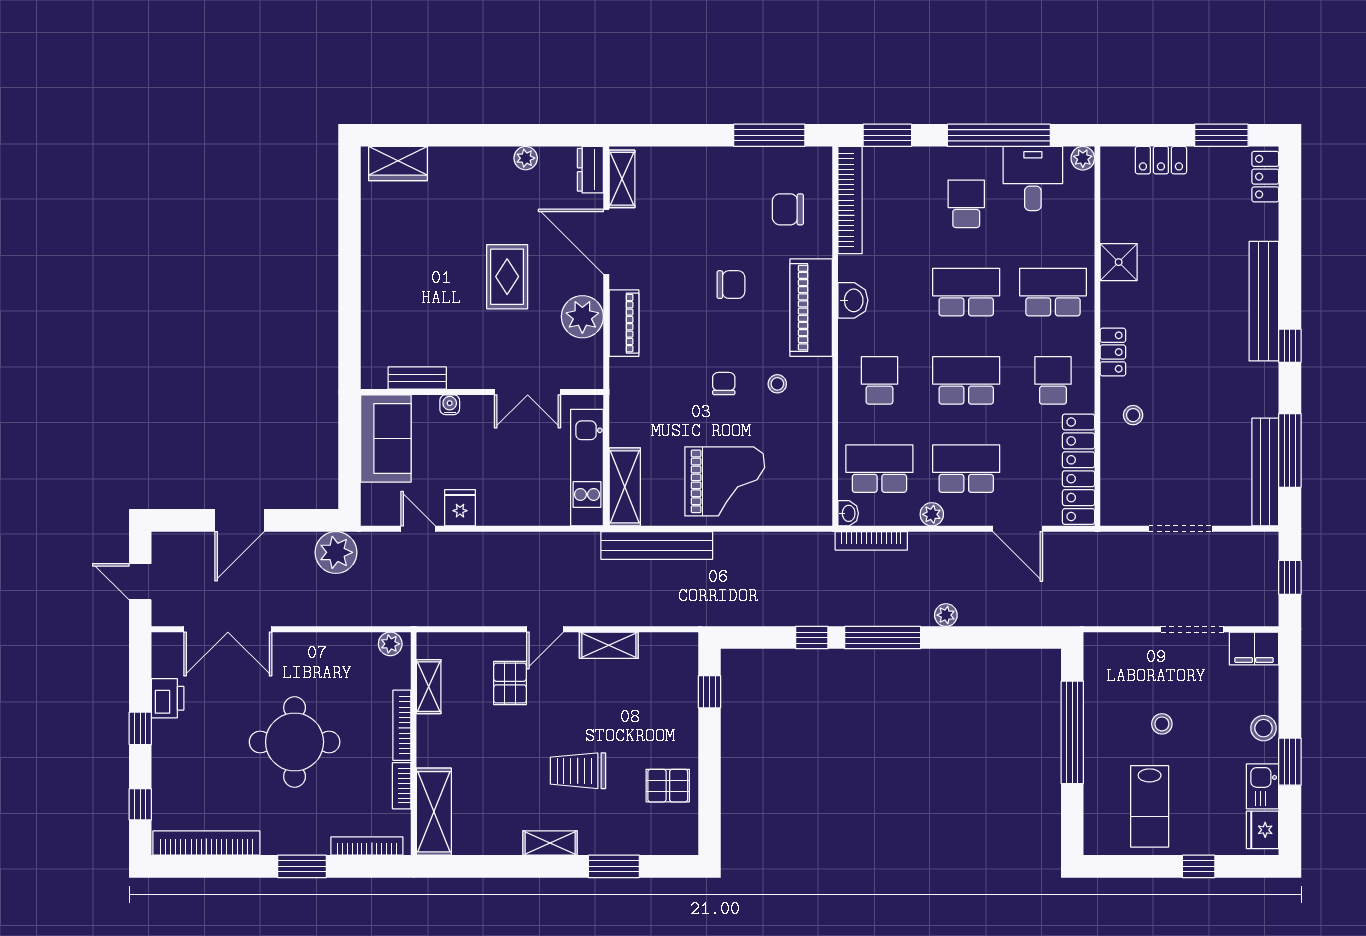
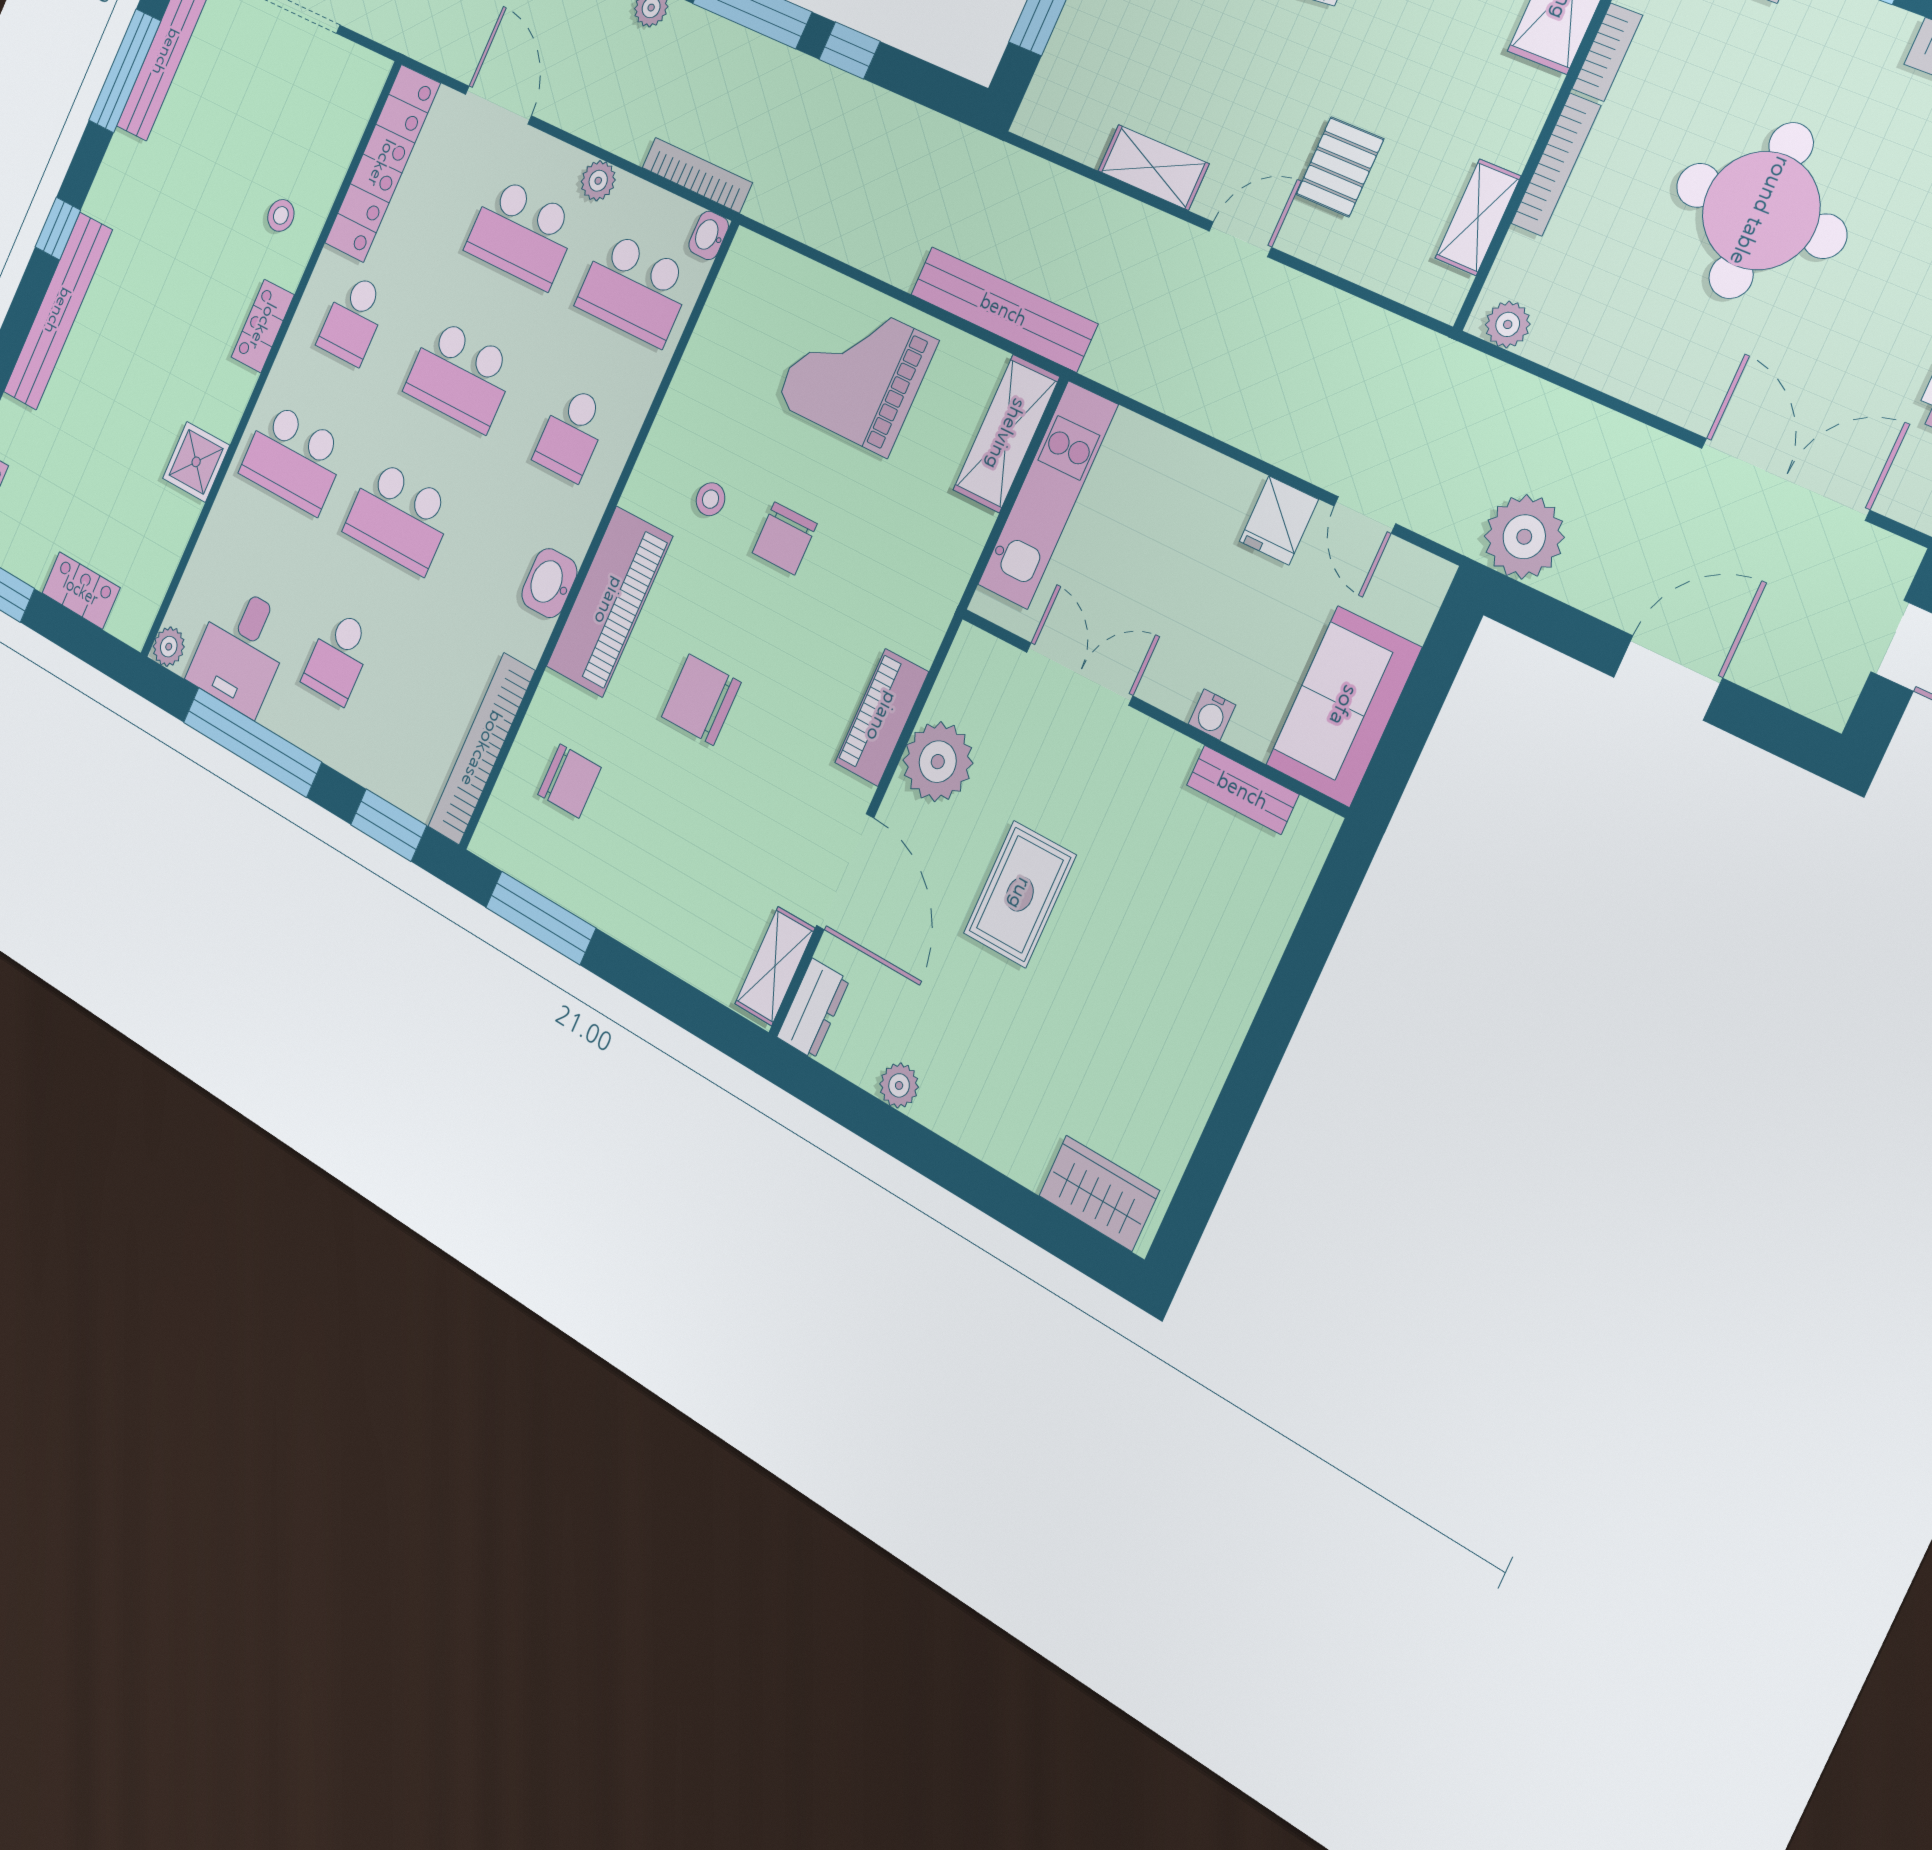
chair: (731, 285) -> (701, 700), width x1.37, depth x1.37
chair: (724, 384) -> (785, 538), width x1.37, depth x1.37

